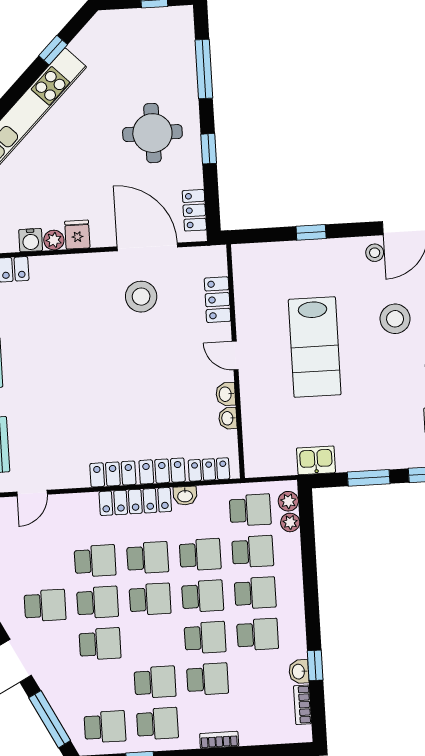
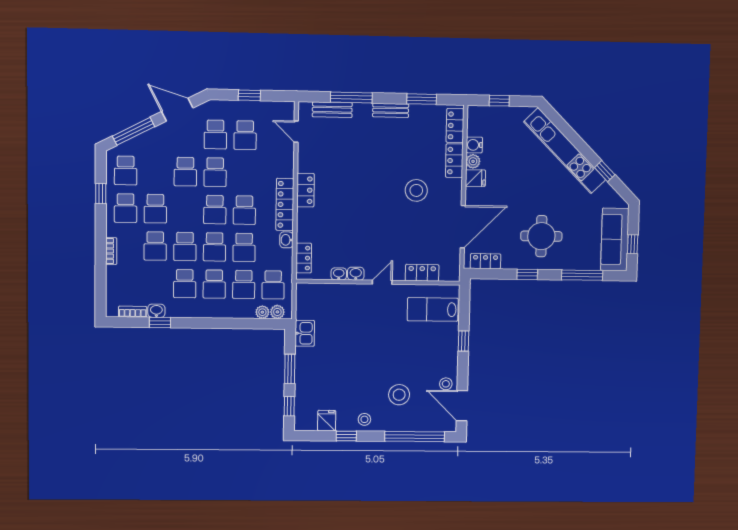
sofa: (149, 27) -> (615, 239), added
stool: (141, 297) -> (416, 190), moved
lab bench: (315, 347) -> (433, 309), moved, width x0.73, depth x0.72
locker: (162, 471) -> (454, 161), moved, turned 180
school desk: (95, 561) -> (245, 135), moved

